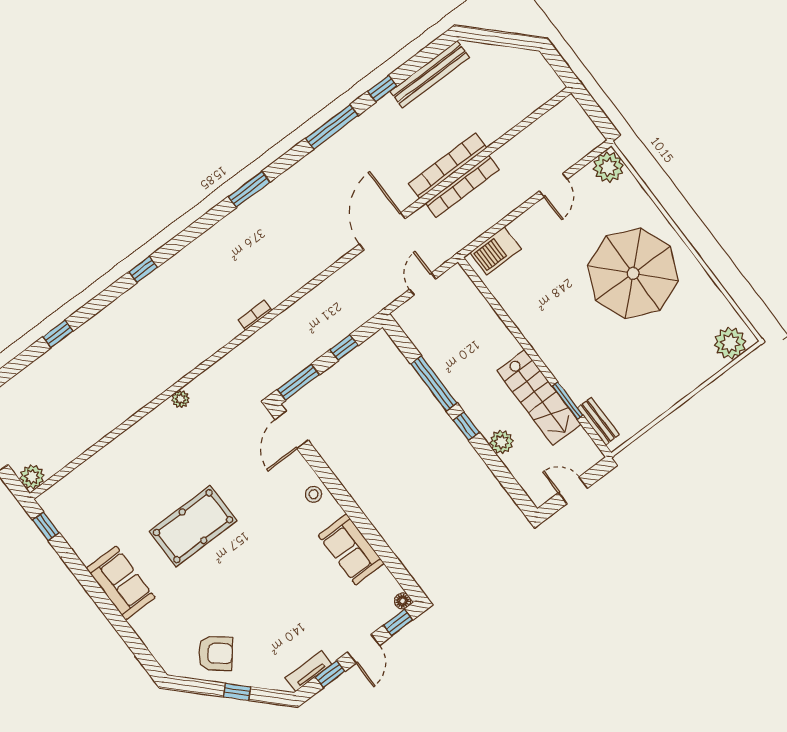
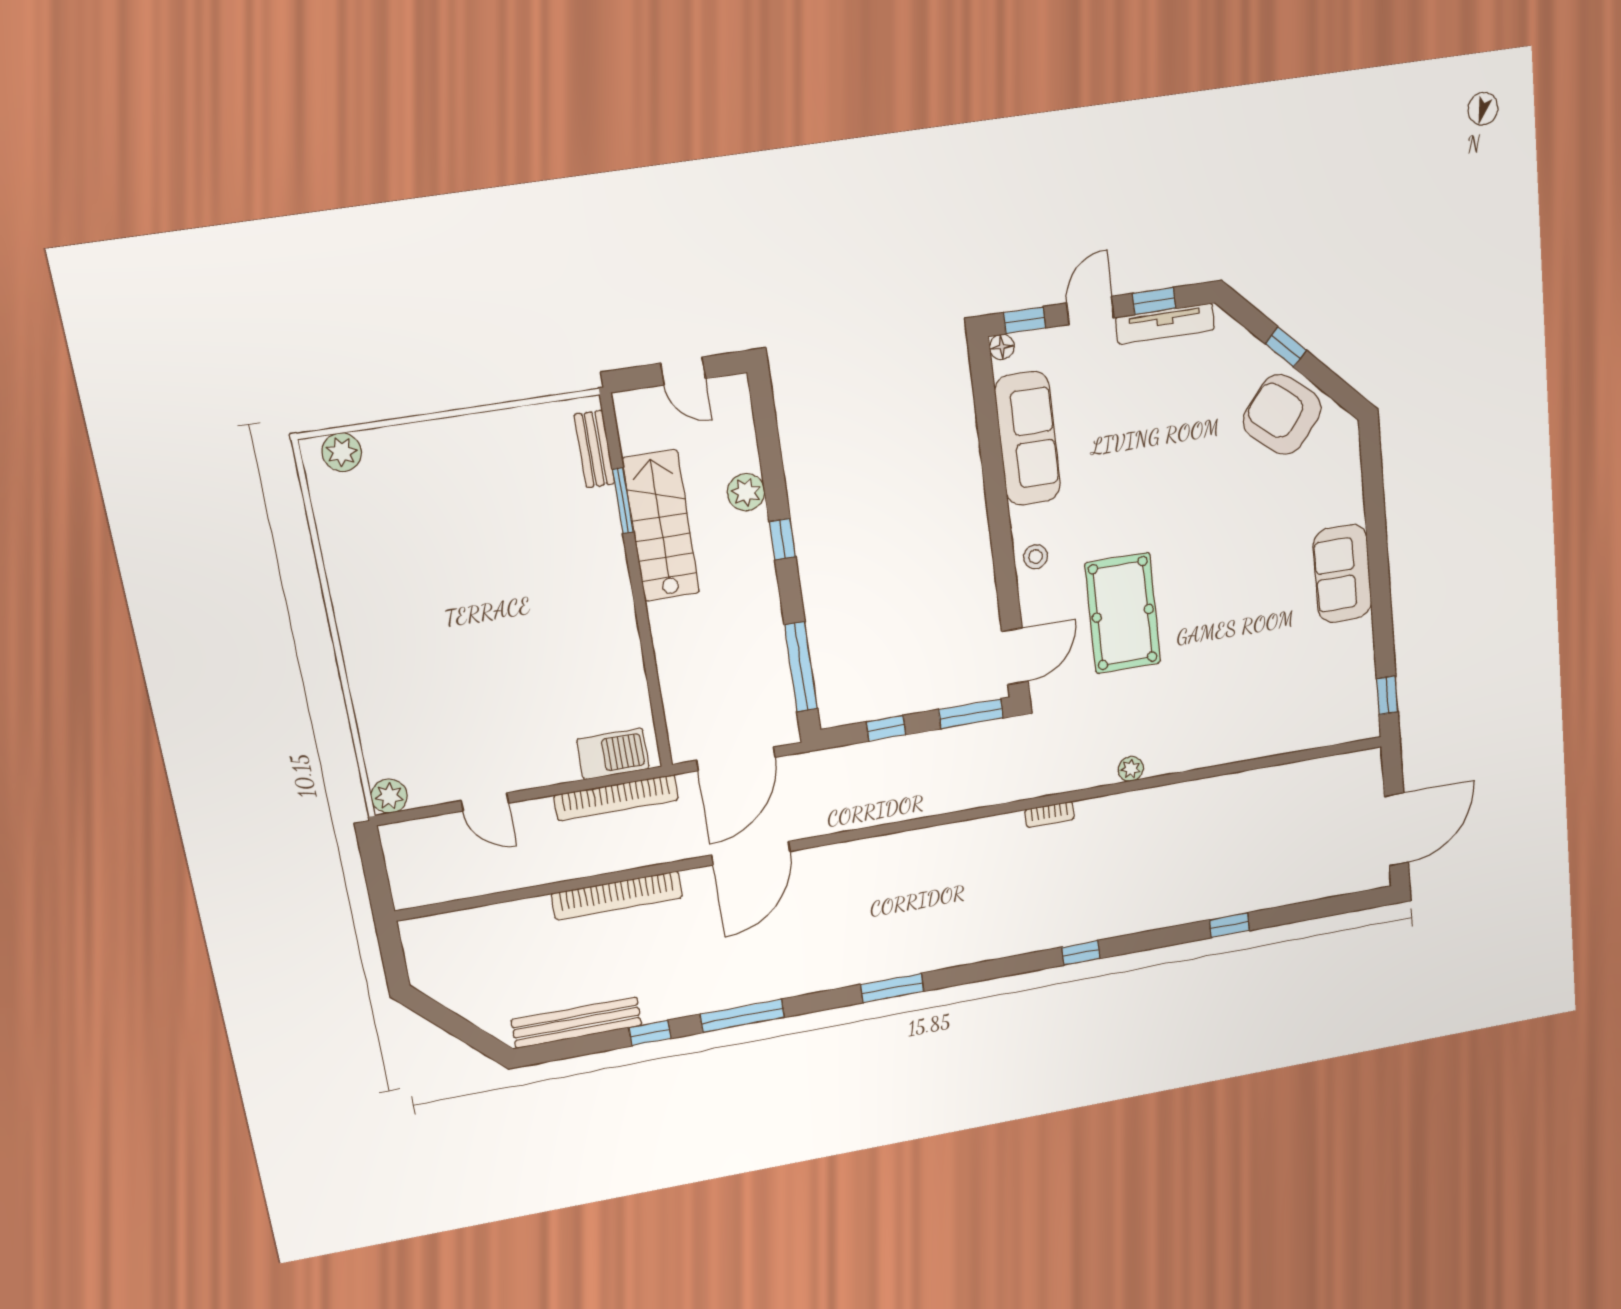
plant: (608, 167) -> (389, 796), width x0.73, depth x0.73
door: (554, 185) -> (485, 802), swing flipped
bookcase: (462, 186) -> (616, 798), moved, turned 180
parasol: (633, 273) -> (435, 628), removed
door: (423, 284) -> (736, 759), width x1.88
bookcase: (255, 315) -> (1049, 814), moved
plant: (730, 343) -> (342, 452), width x0.73, depth x0.73
window: (434, 383) -> (801, 667), moved
plant: (32, 477) -> (1366, 766), removed
pool table: (193, 526) -> (1123, 613), moved, turned 90
sofa: (351, 549) -> (1027, 439), width x1.36
armchair: (215, 653) -> (1282, 415), width x1.36, depth x1.36
tv unit: (309, 671) -> (1165, 324), width x1.41

